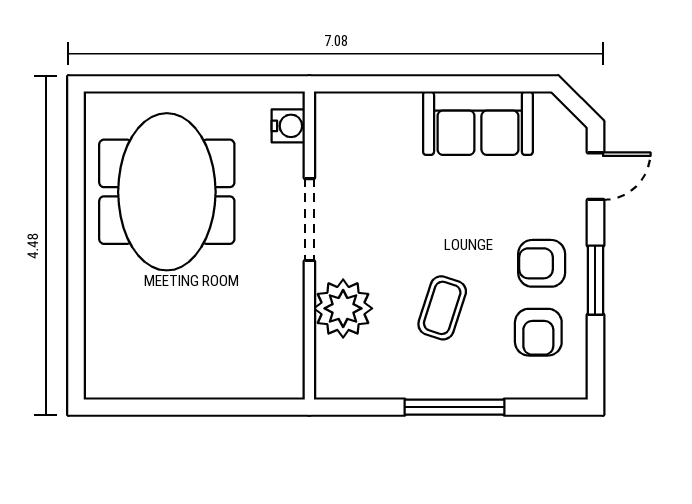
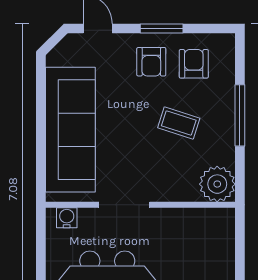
sofa: (478, 123) -> (70, 130), width x1.85, depth x1.27
plant: (343, 308) -> (217, 184), moved
armchair: (538, 332) -> (194, 64), turned -90

